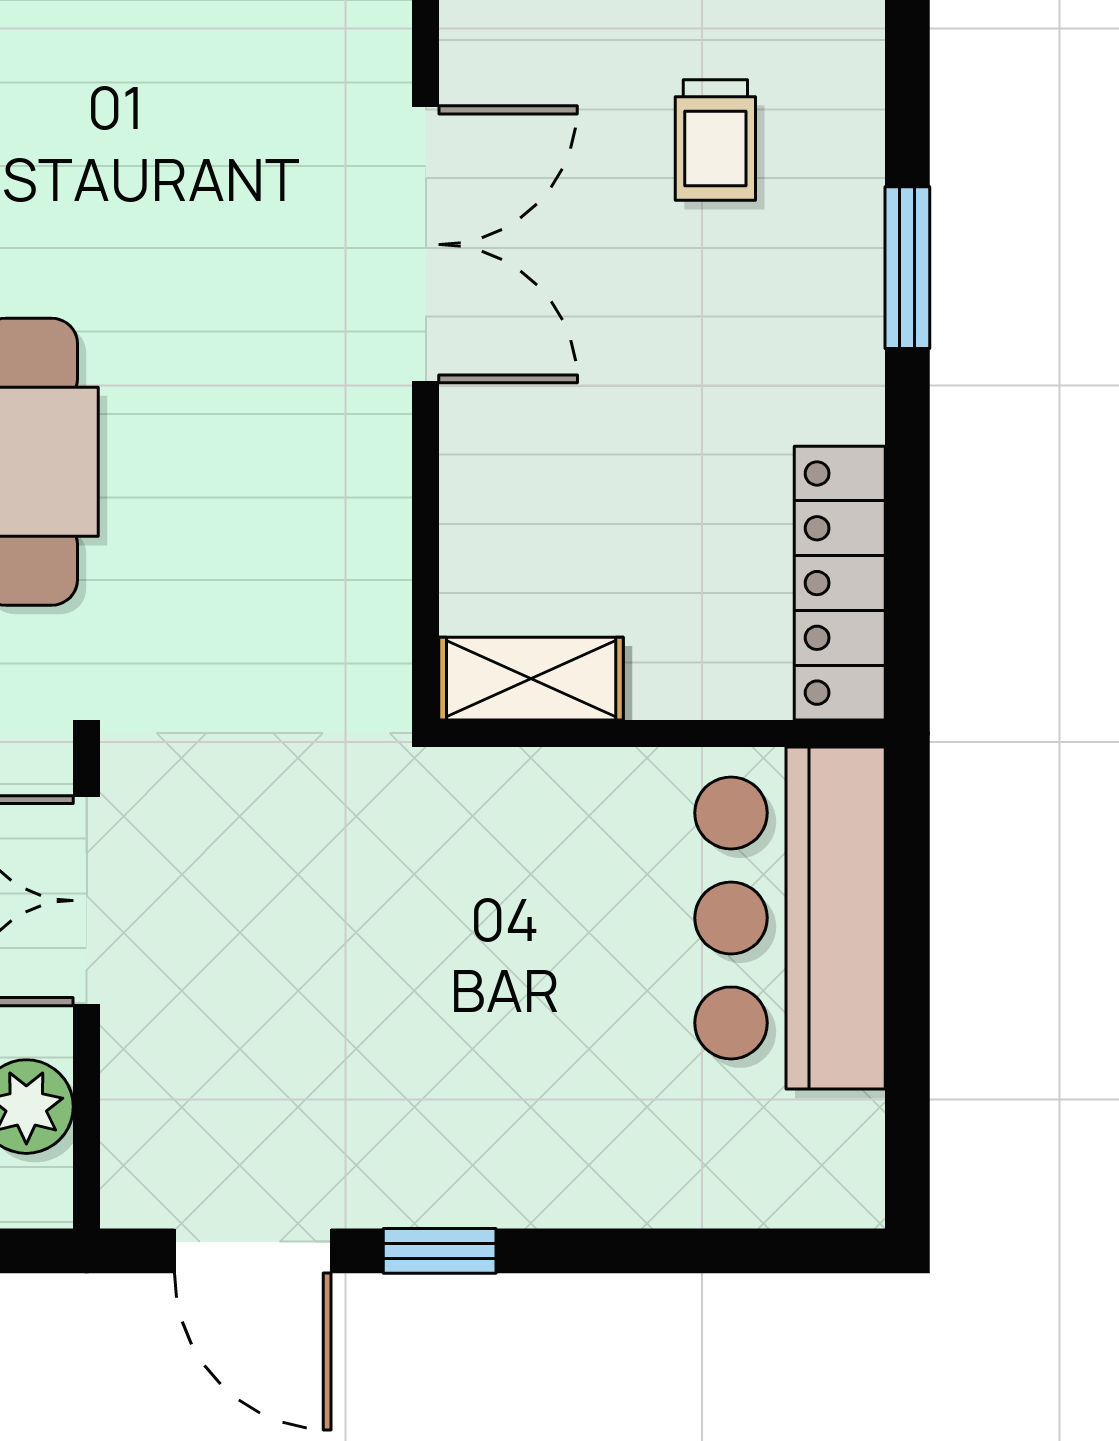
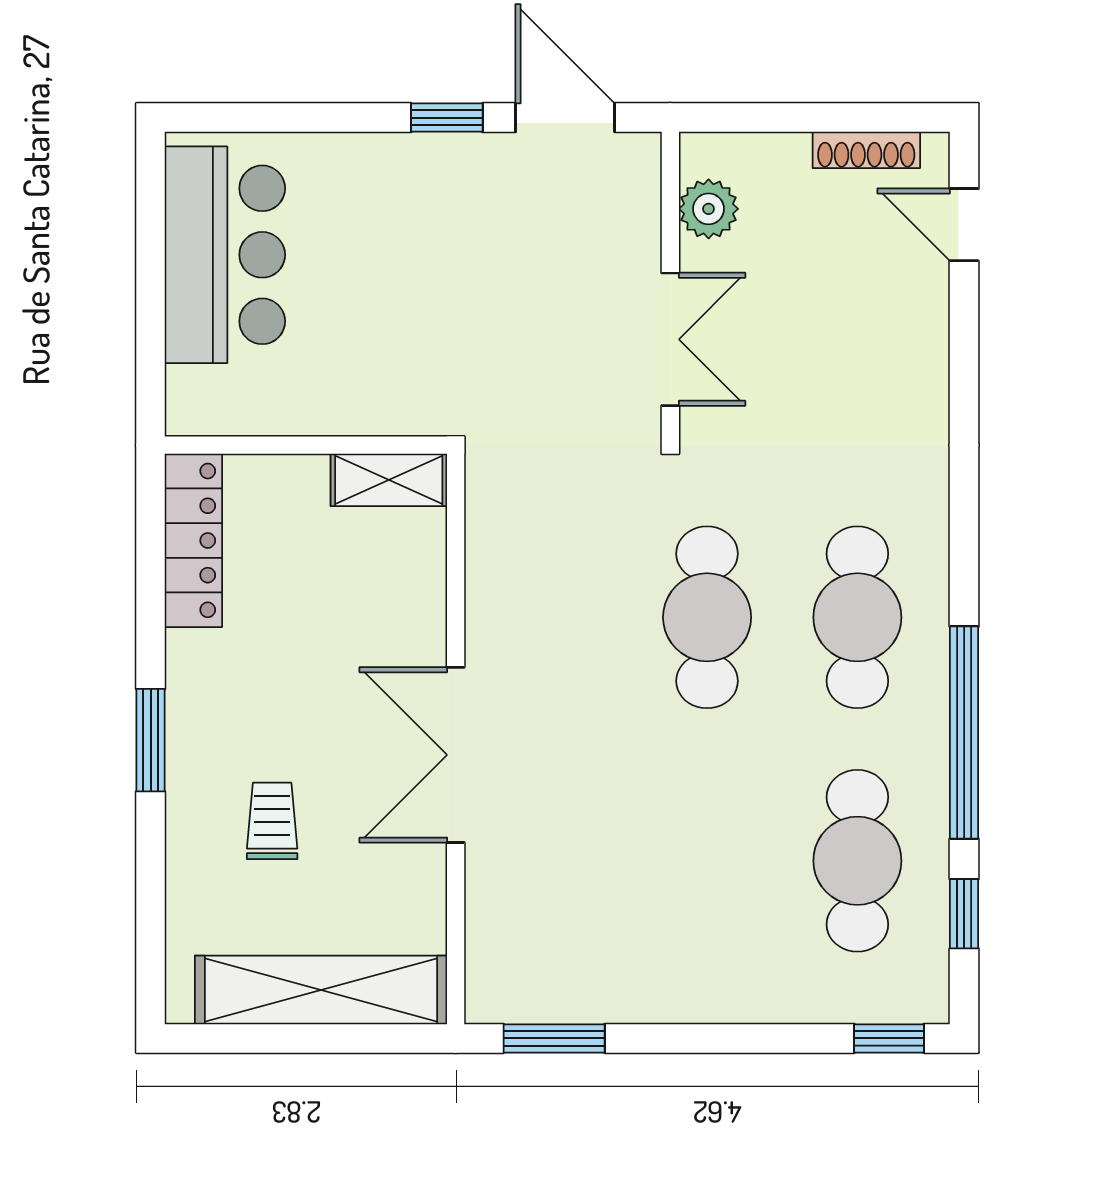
bar counter: (790, 918) -> (225, 255), moved

